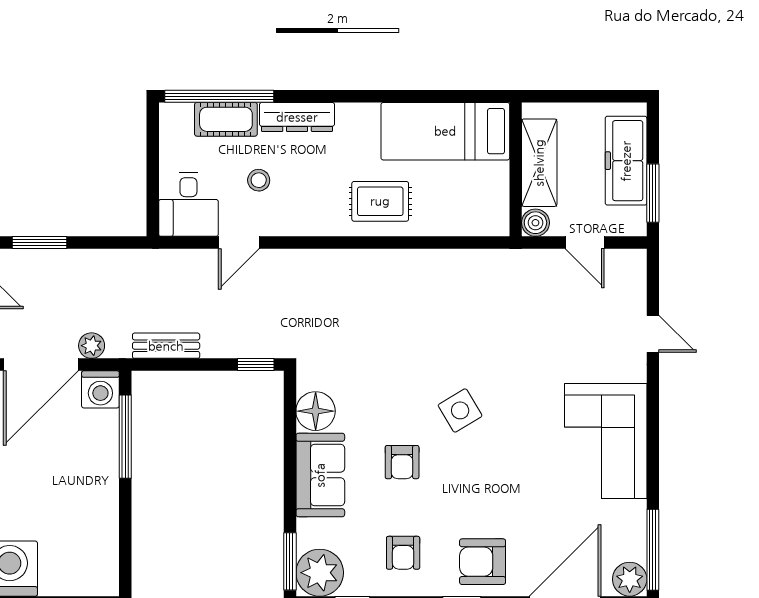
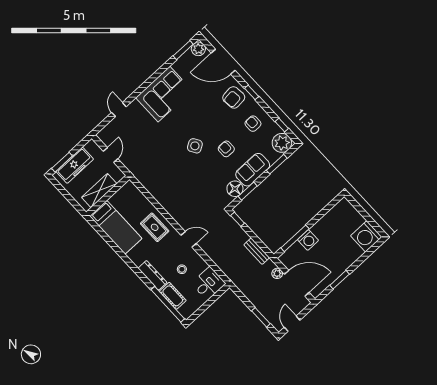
window: (653, 193) -> (62, 162), moved
boiler: (535, 223) -> (118, 175), removed
door: (239, 243) -> (189, 239), moved
washing machine: (100, 389) -> (308, 240), moved, turned 90
window: (290, 430) -> (248, 191), added
armchair: (402, 462) -> (226, 149), turned -90
window: (653, 550) -> (183, 50), width x0.69
armchair: (403, 553) -> (253, 124), turned -90
window: (290, 561) -> (277, 164), moved
armchair: (483, 562) -> (234, 97), turned 84

